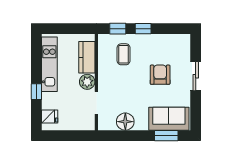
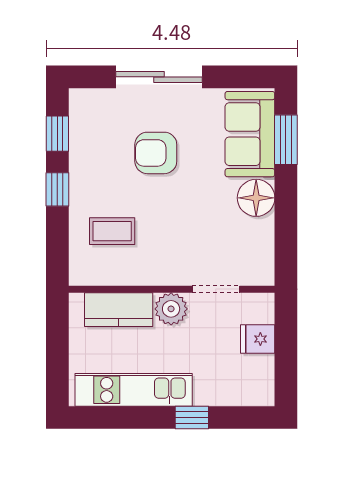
window: (118, 29) -> (57, 134), moved
sliding door: (196, 76) -> (159, 77), width x1.37
fridge: (50, 116) -> (258, 339), moved, turned -90
floor lamp: (125, 122) -> (256, 198), moved

